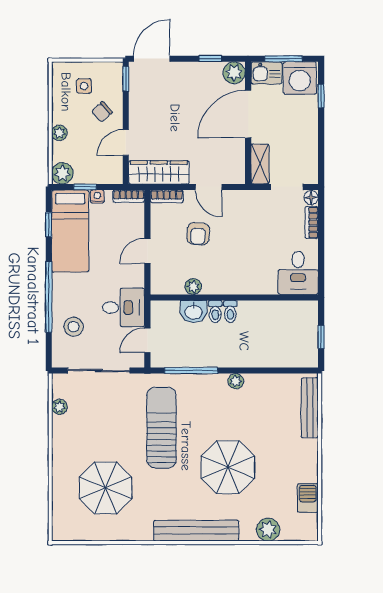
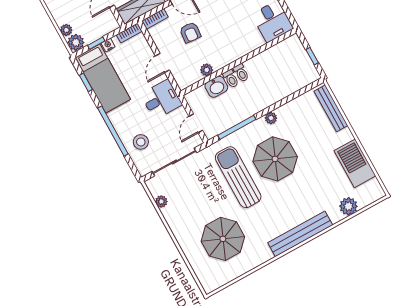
plant: (59, 133) -> (66, 30), moved
desk: (124, 307) -> (161, 99), moved
parasol: (228, 467) -> (275, 159), moved
barbecue: (308, 498) -> (355, 163), width x1.88, depth x1.53

